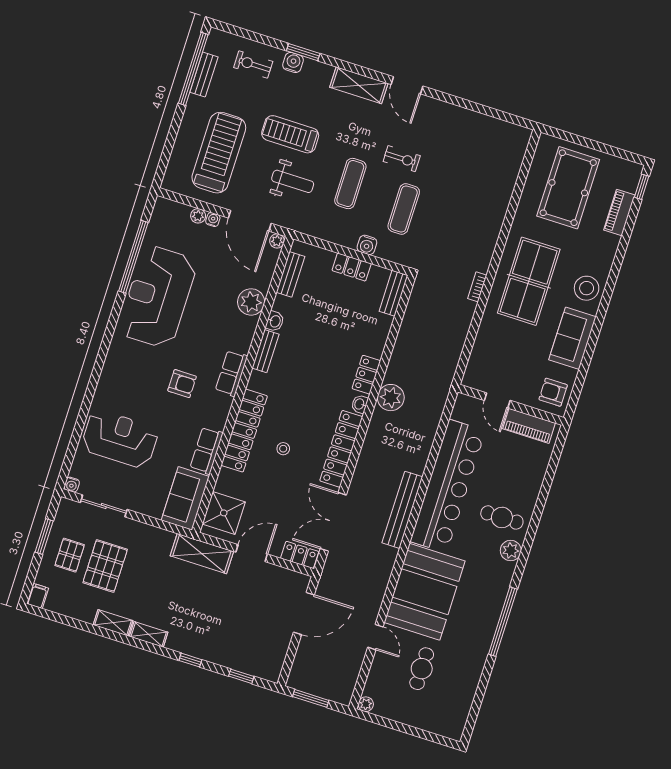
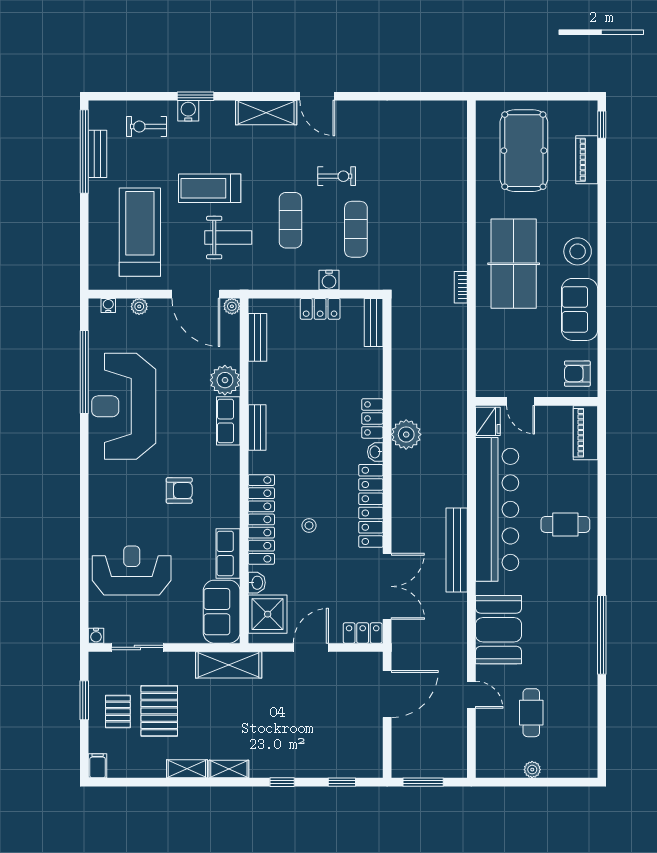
water cooler: (213, 220) -> (108, 305), moved
washbasin: (275, 321) -> (257, 583), moved
row of seats: (231, 373) -> (228, 421), moved
fridge: (464, 409) -> (488, 421), added
piano: (529, 426) -> (585, 433), moved, turned 90
double door: (333, 522) -> (387, 586), swing flipped
plant: (511, 551) -> (586, 557), removed
shelving: (202, 554) -> (229, 665), moved
booth: (425, 592) -> (498, 630), width x0.73, depth x0.70
plant: (366, 704) -> (532, 770), moved

